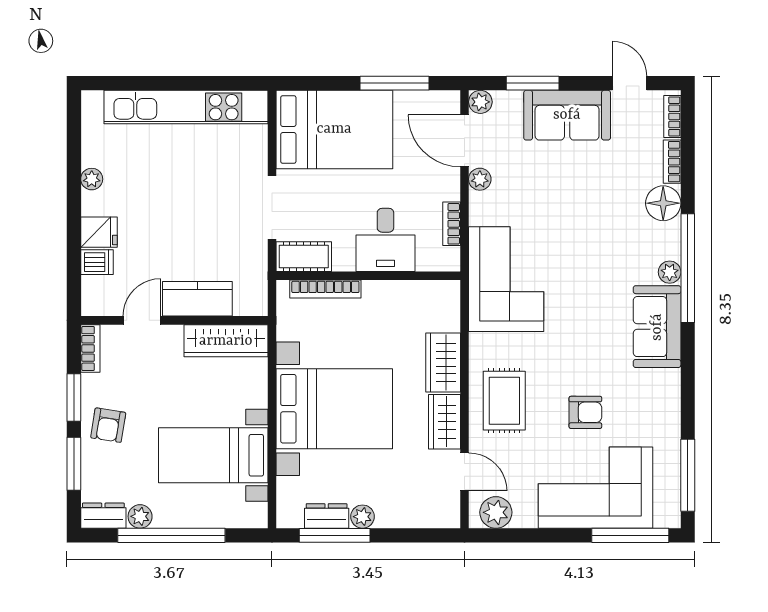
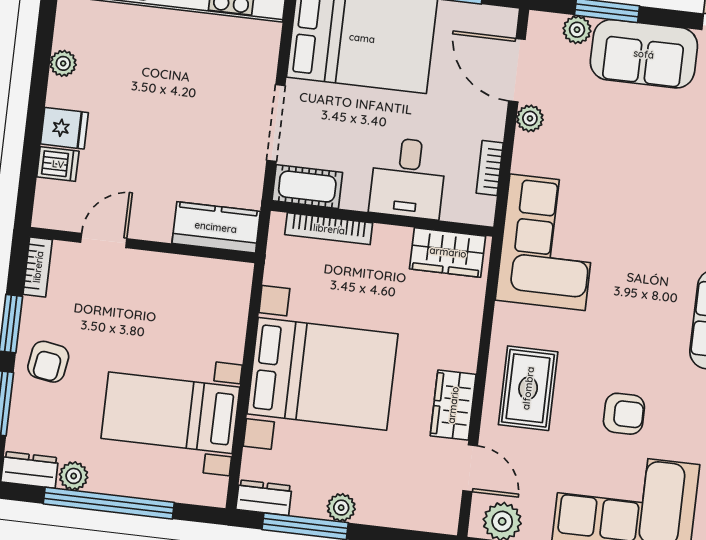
plant: (480, 102) -> (577, 30), moved
kitchen counter: (197, 299) -> (216, 227), moved
wardrobe: (226, 341) -> (202, 277), removed
wardrobe: (443, 363) -> (448, 252), moved, turned -90
dresser: (327, 516) -> (264, 498), moved

